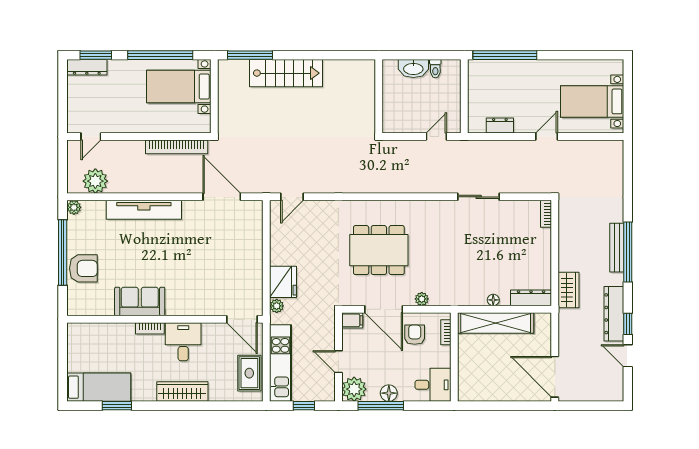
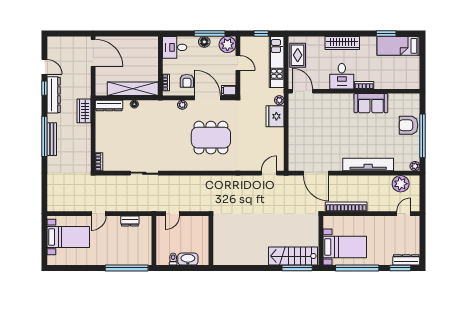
stairs: (286, 73) -> (293, 256), moved

